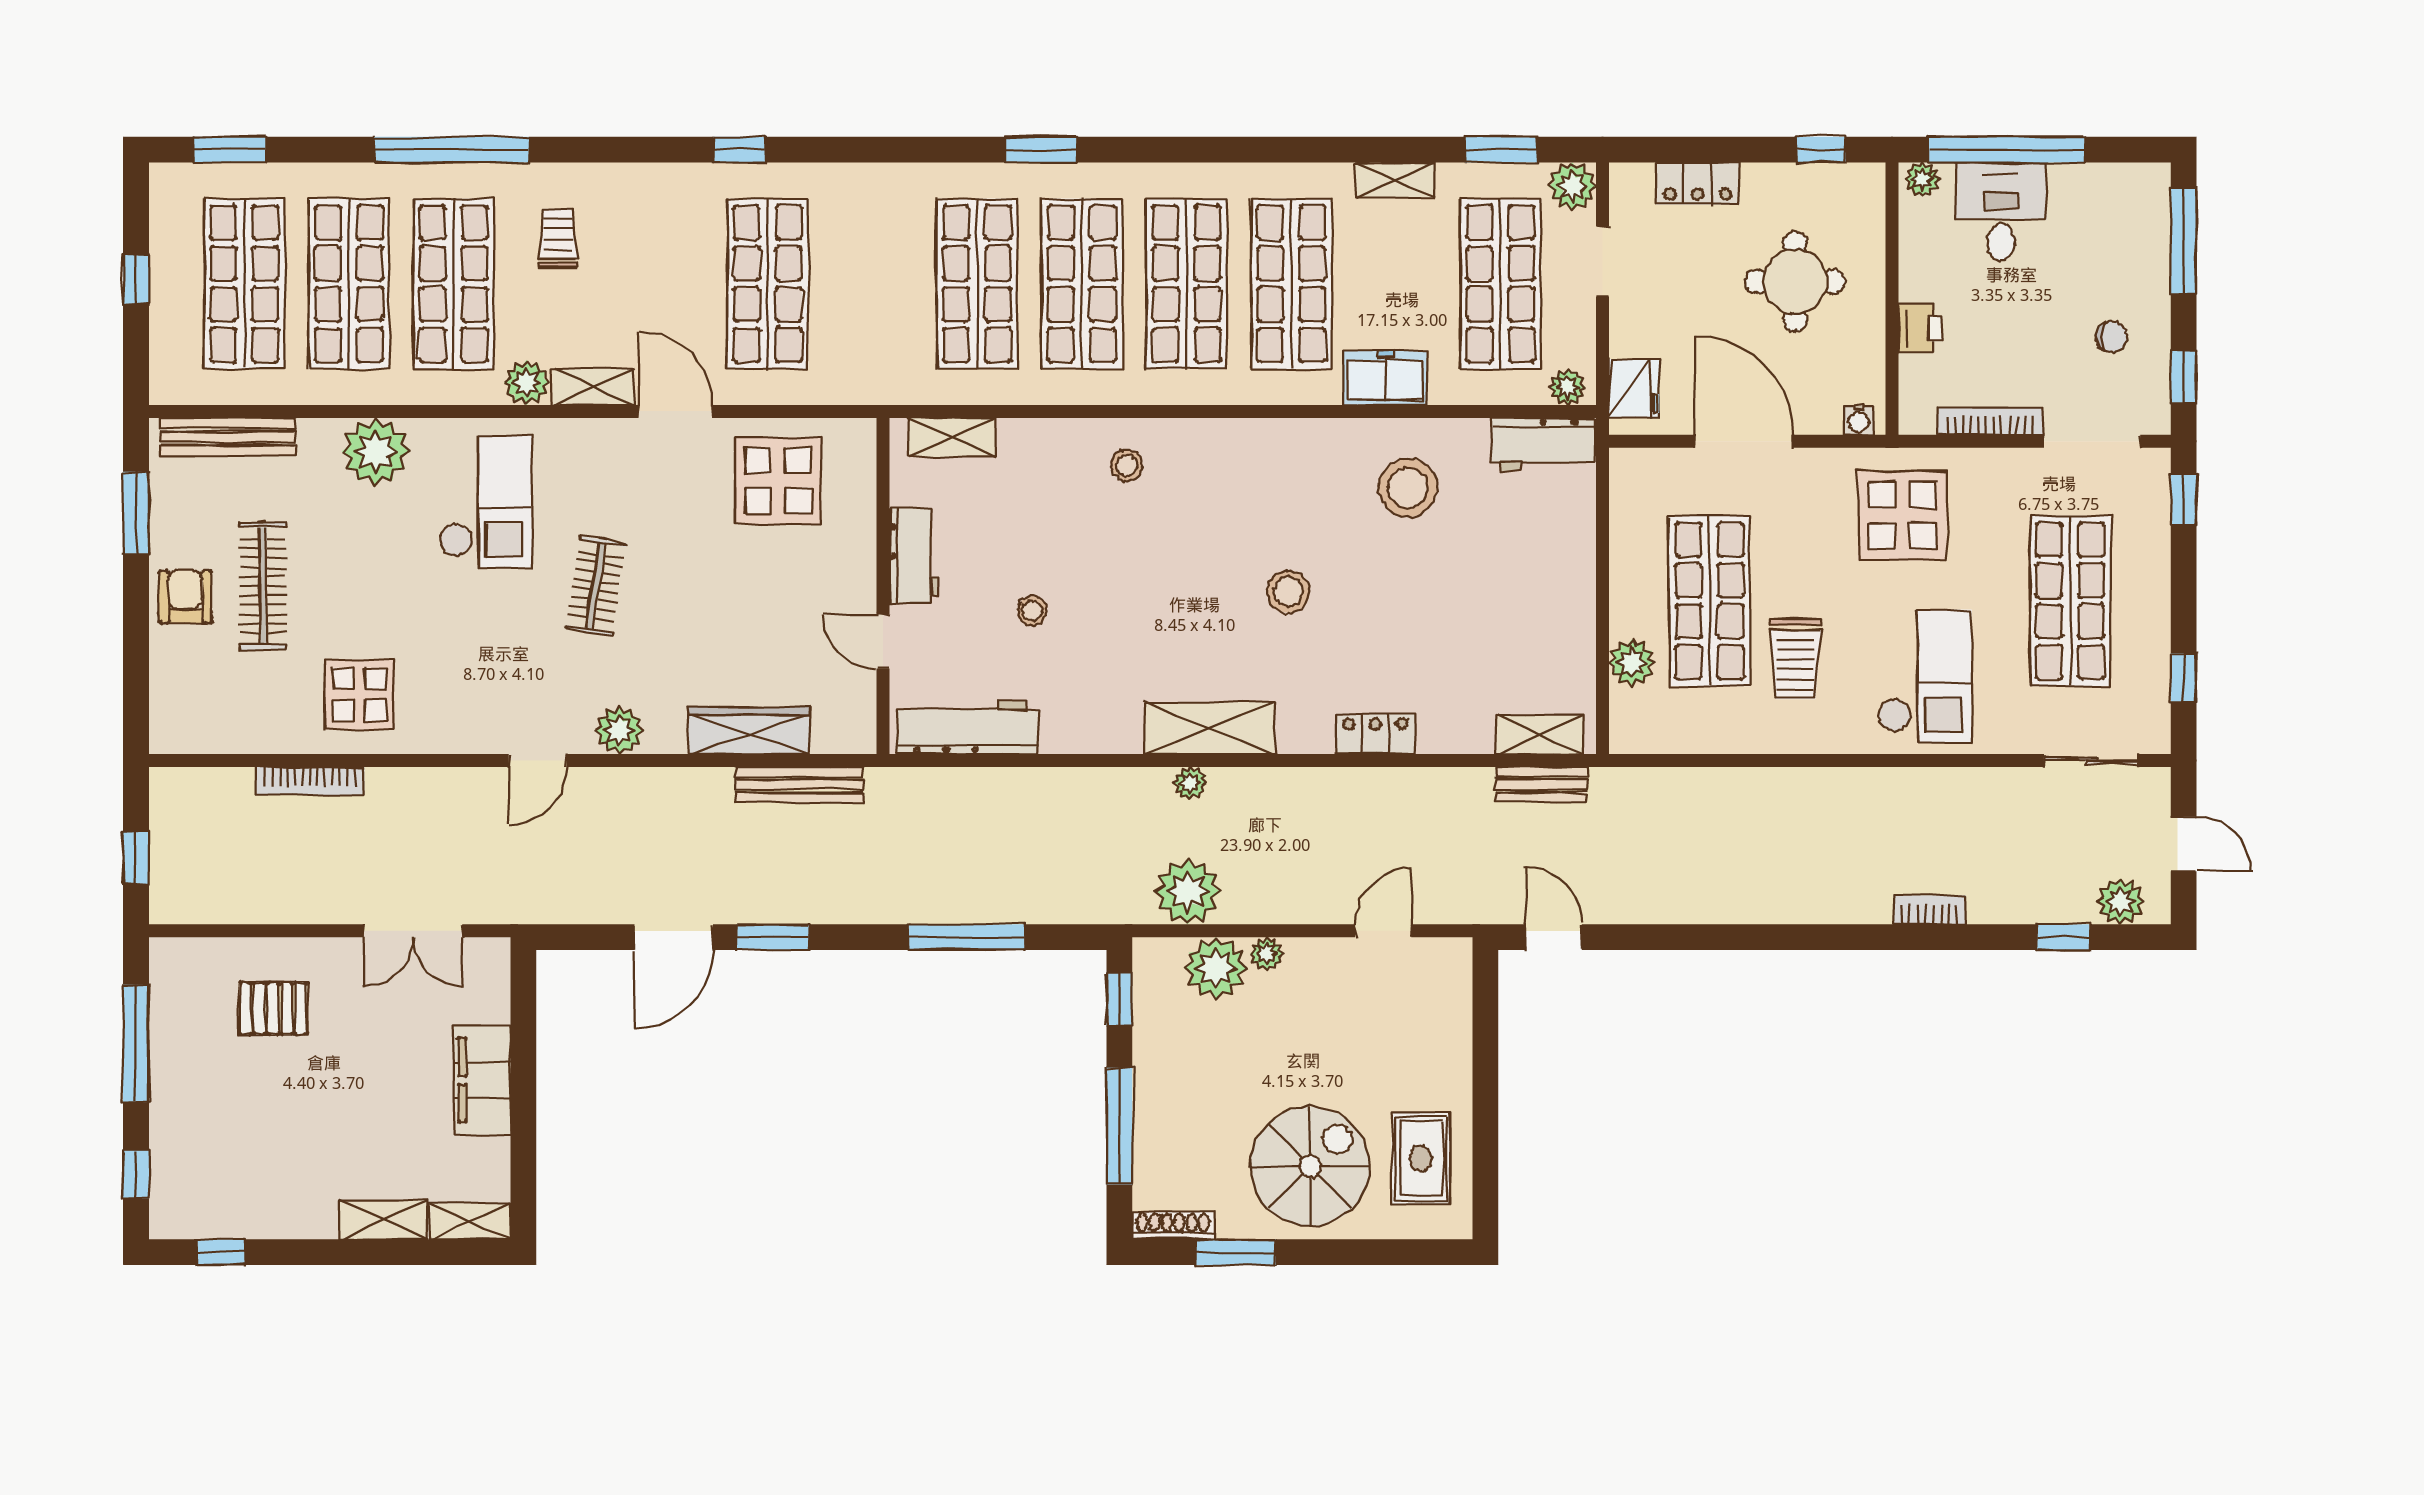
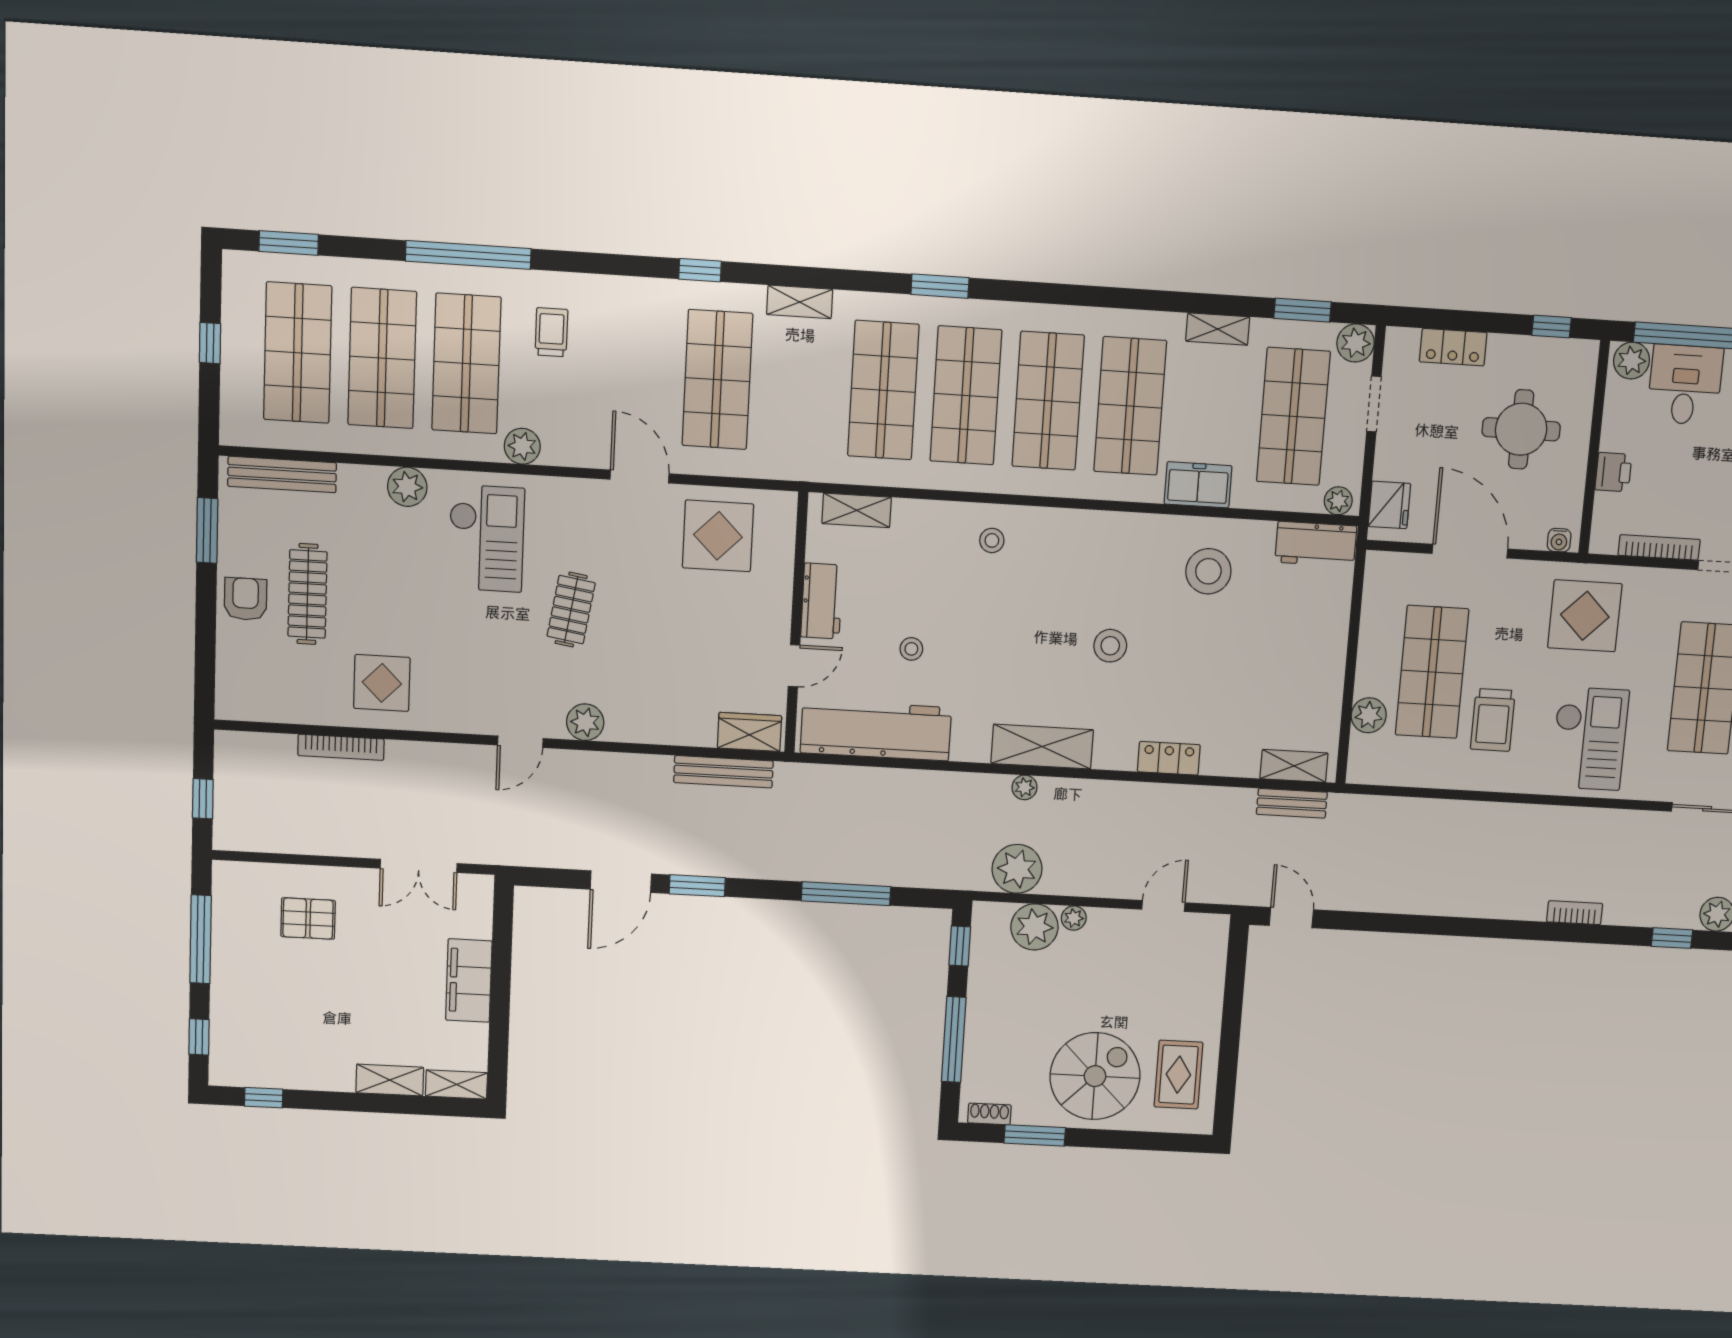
plant: (1922, 179) -> (1632, 361), width x1.38, depth x1.38
shelving: (593, 387) -> (800, 302), moved
plant: (376, 451) -> (407, 487), width x0.73, depth x0.73
door: (883, 641) -> (794, 666), swing flipped
workbench: (967, 728) -> (876, 730), width x1.36, depth x1.32
wardrobe: (749, 731) -> (749, 732), moved, width x0.67
shoe rack: (1173, 1226) -> (989, 1114), width x0.70

